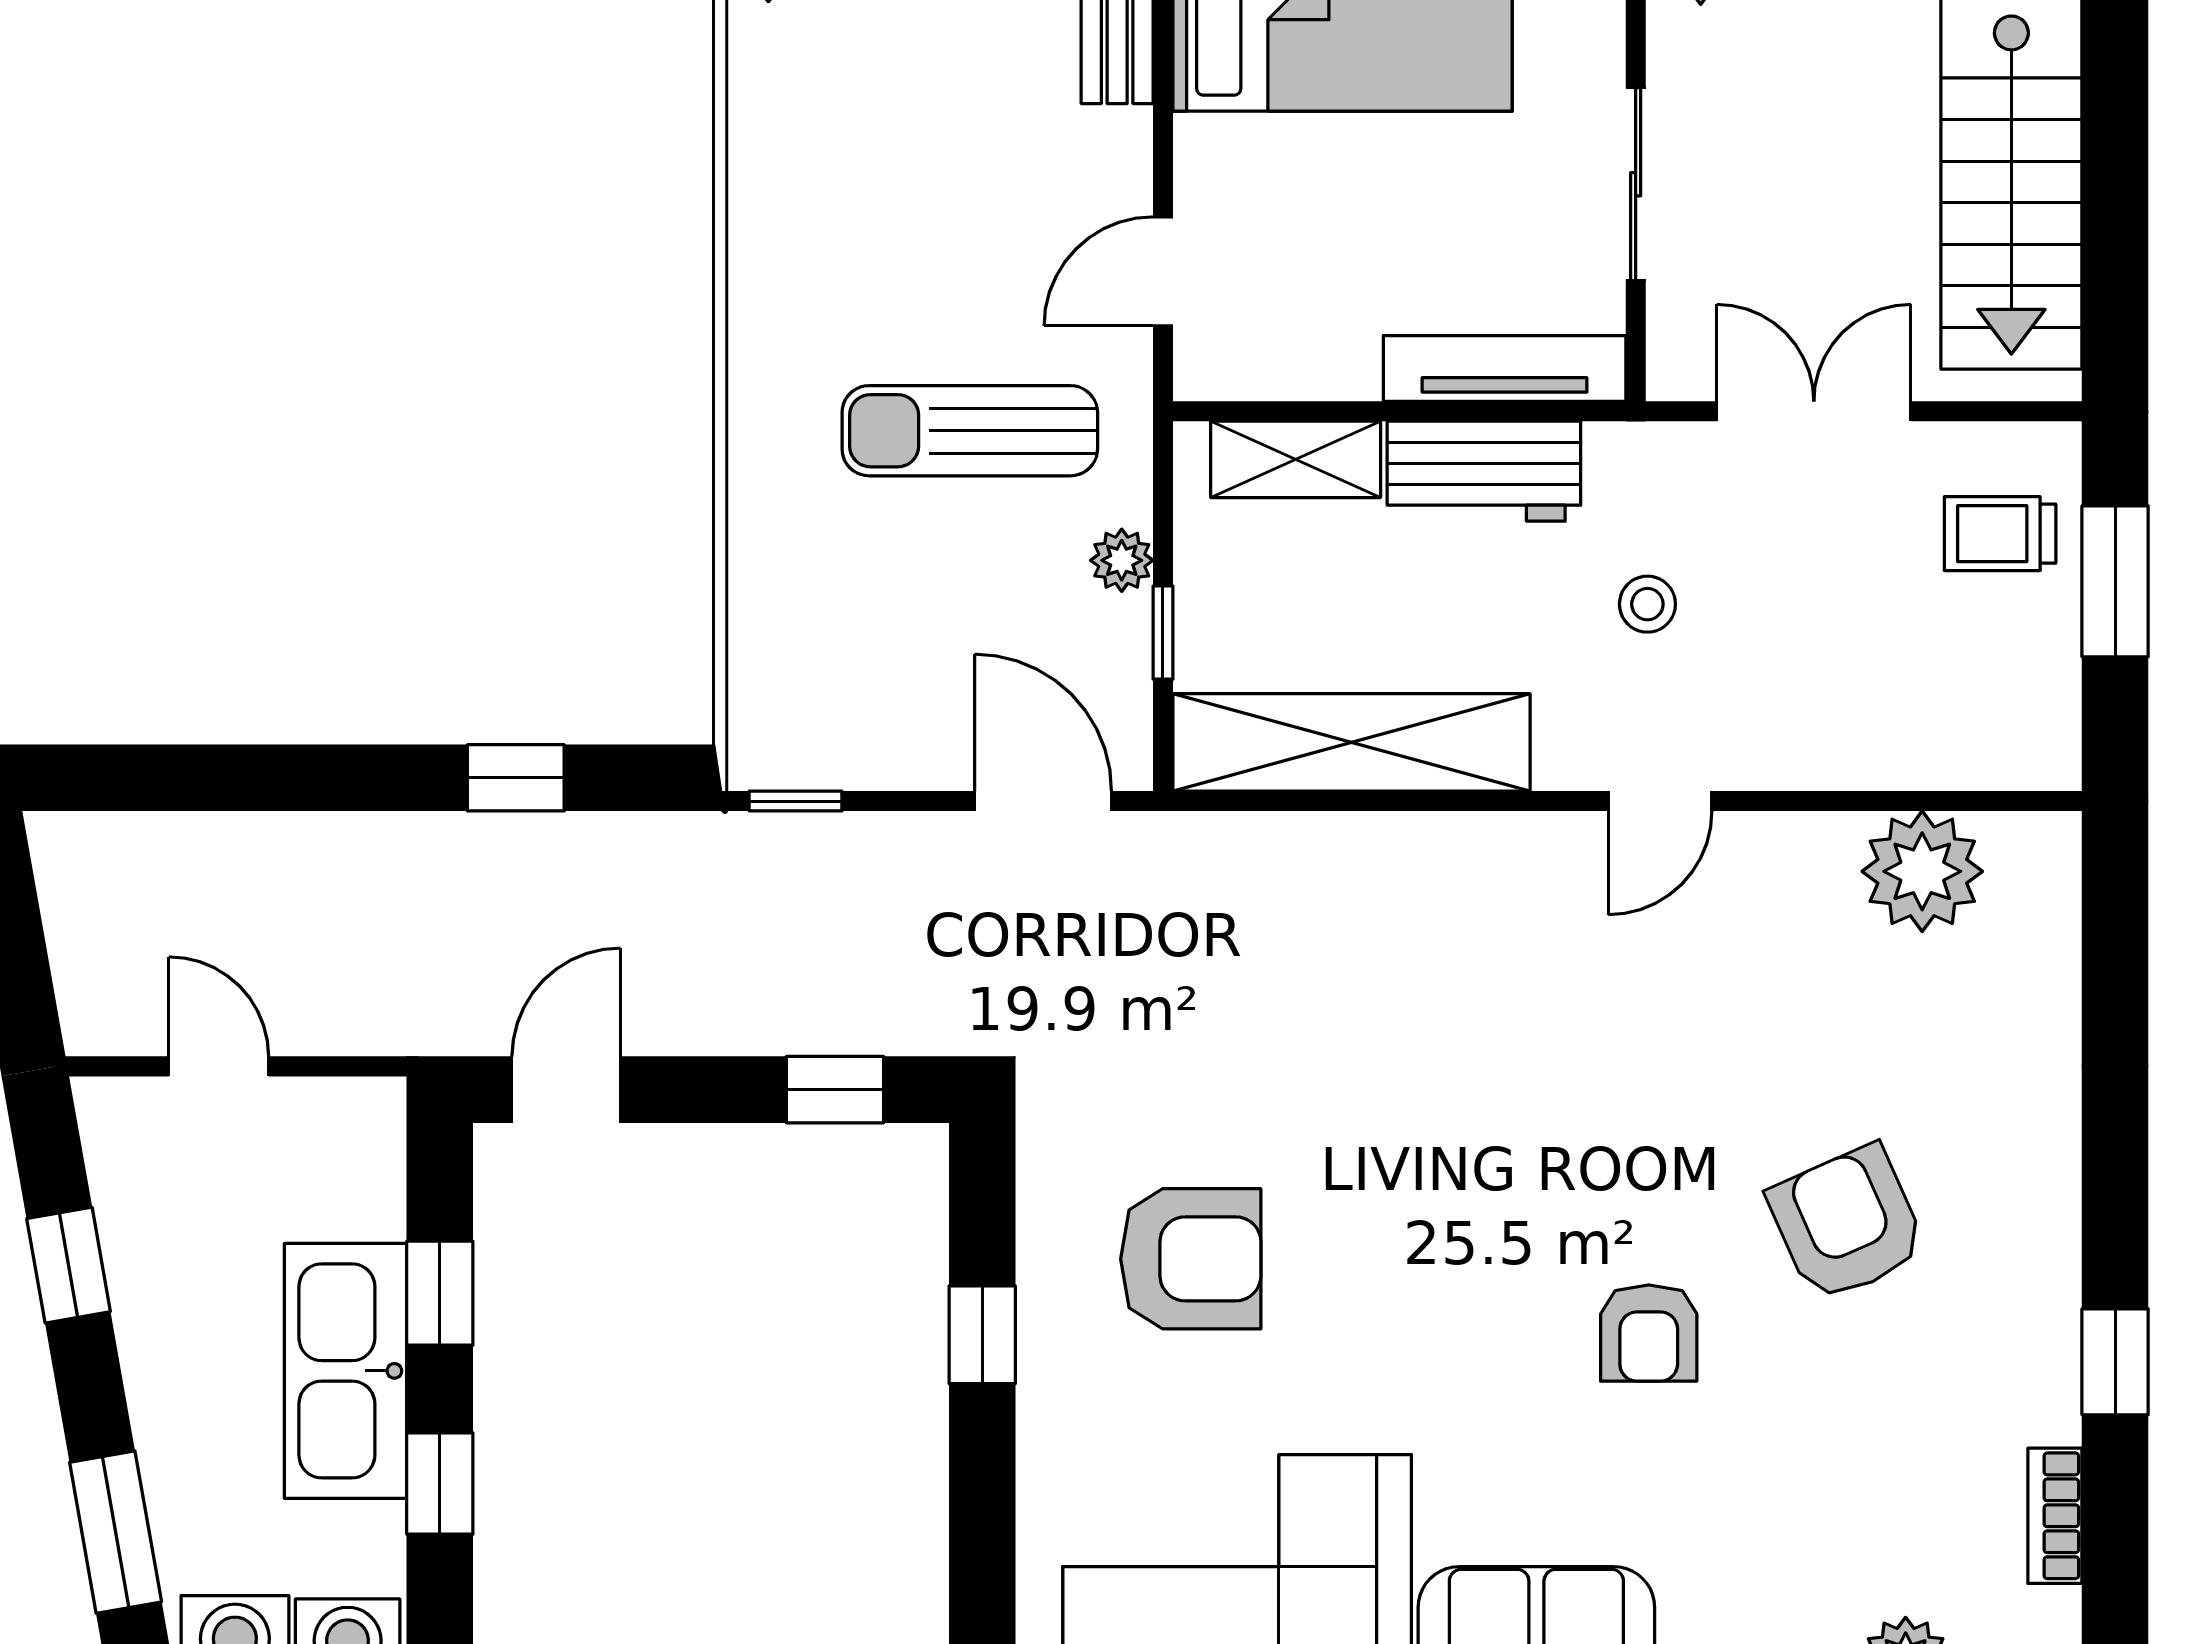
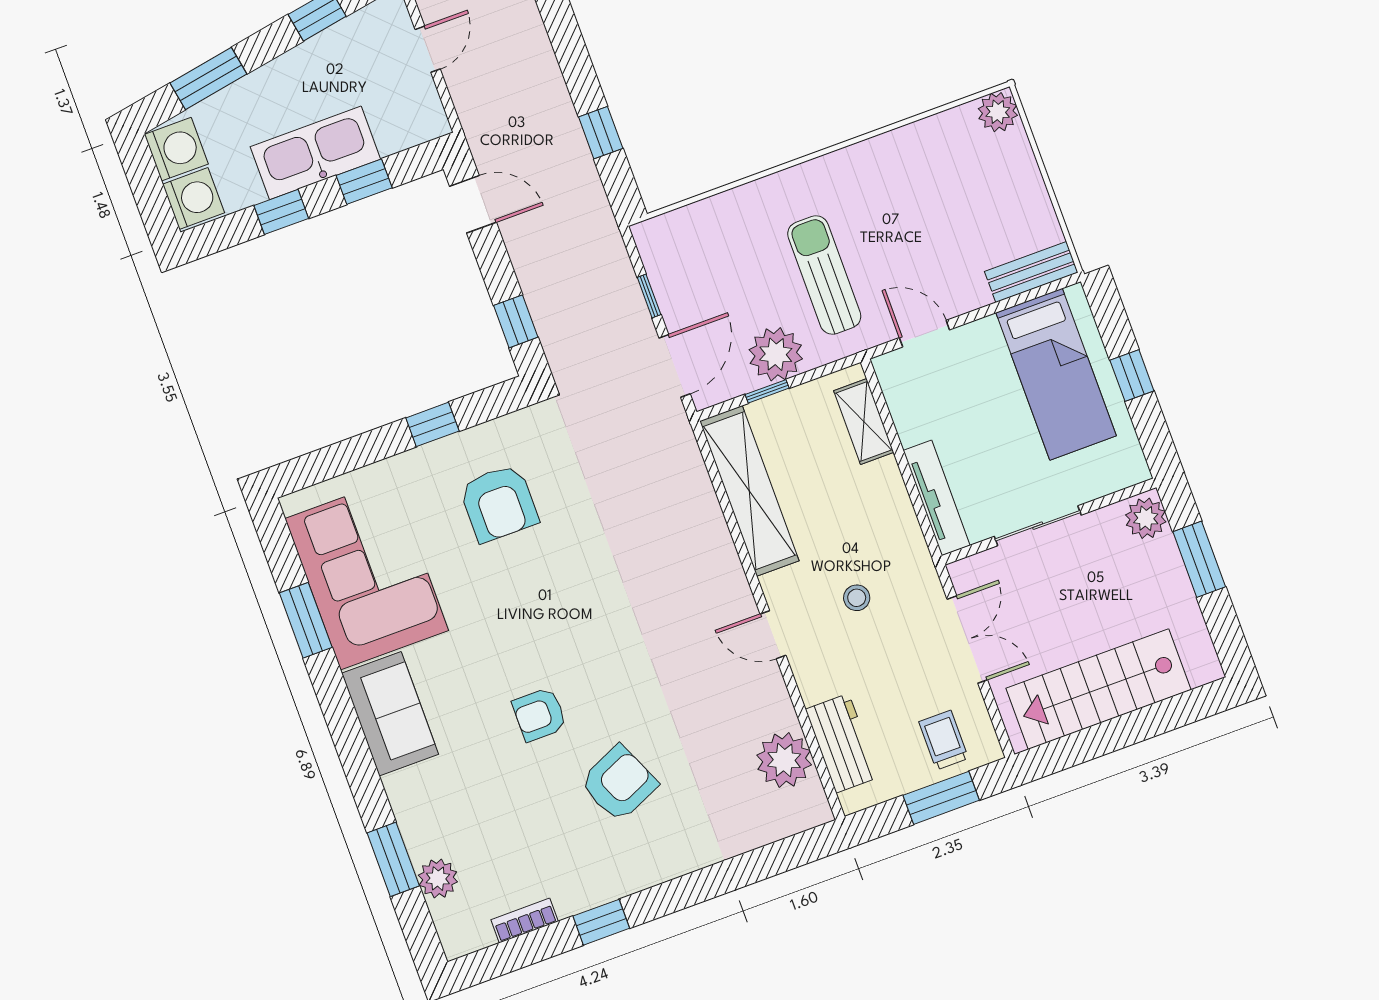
workbench: (1484, 471) -> (842, 743), moved, turned 180
plant: (1122, 560) -> (776, 354), width x1.88, depth x1.88
window: (796, 801) -> (649, 296), moved

